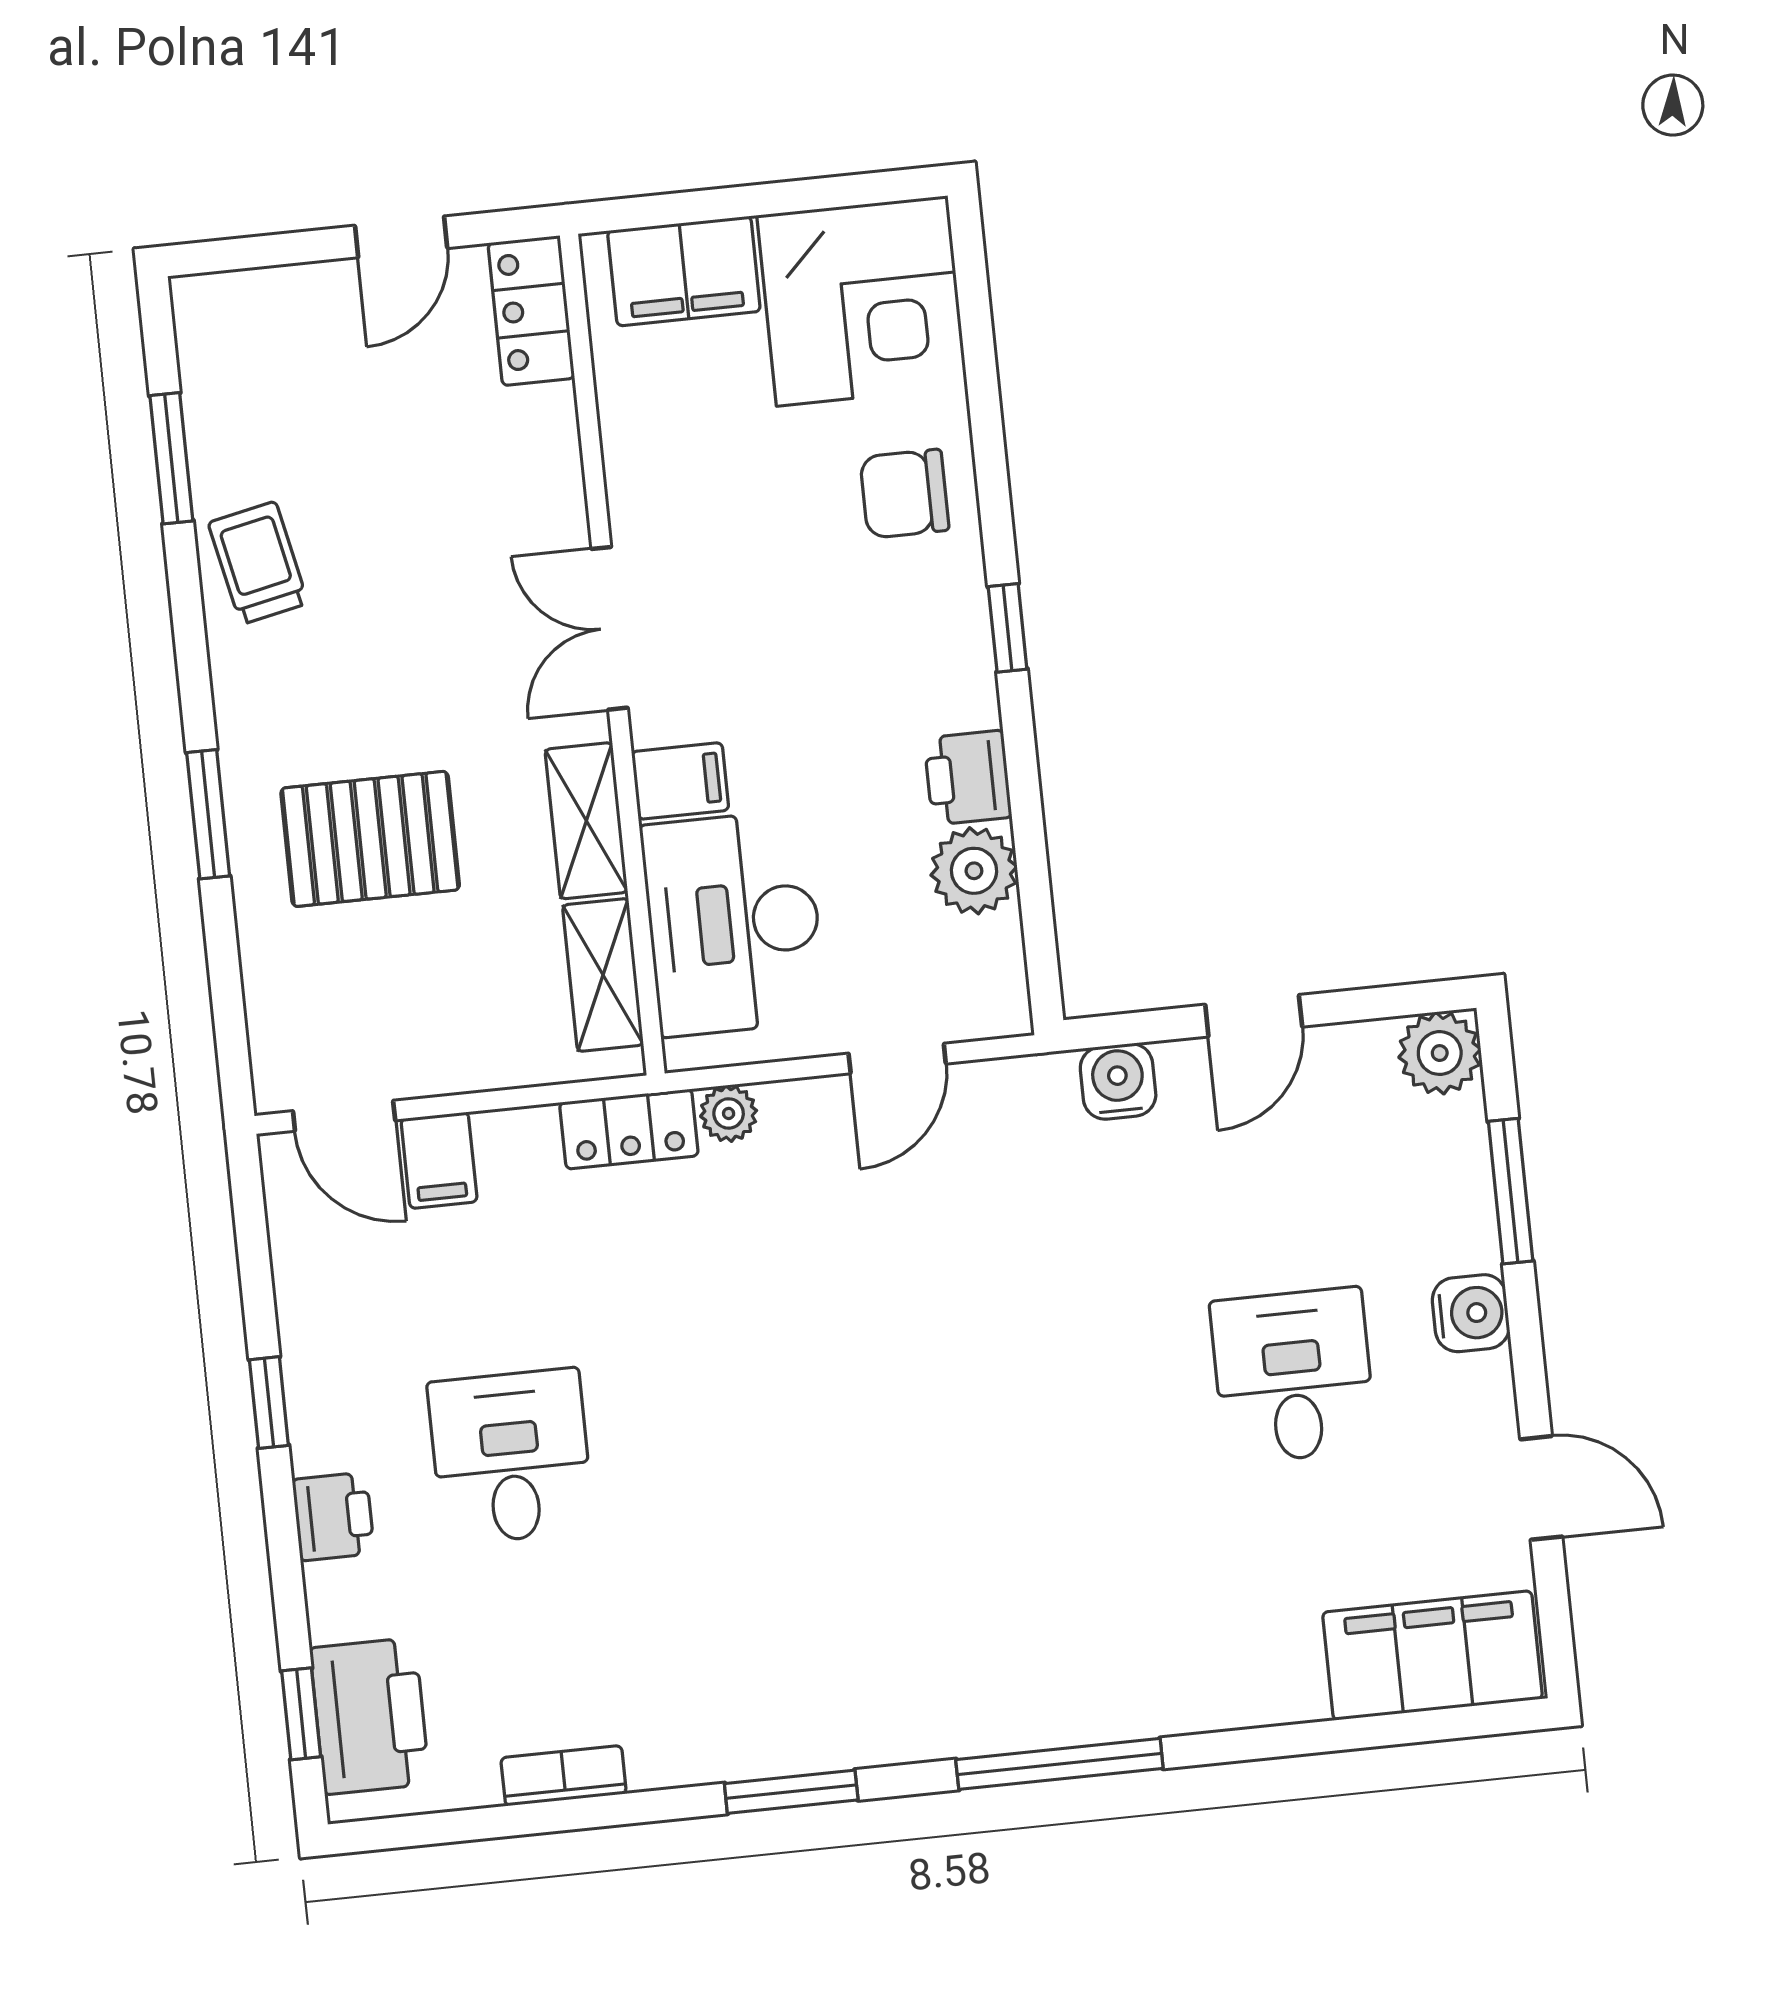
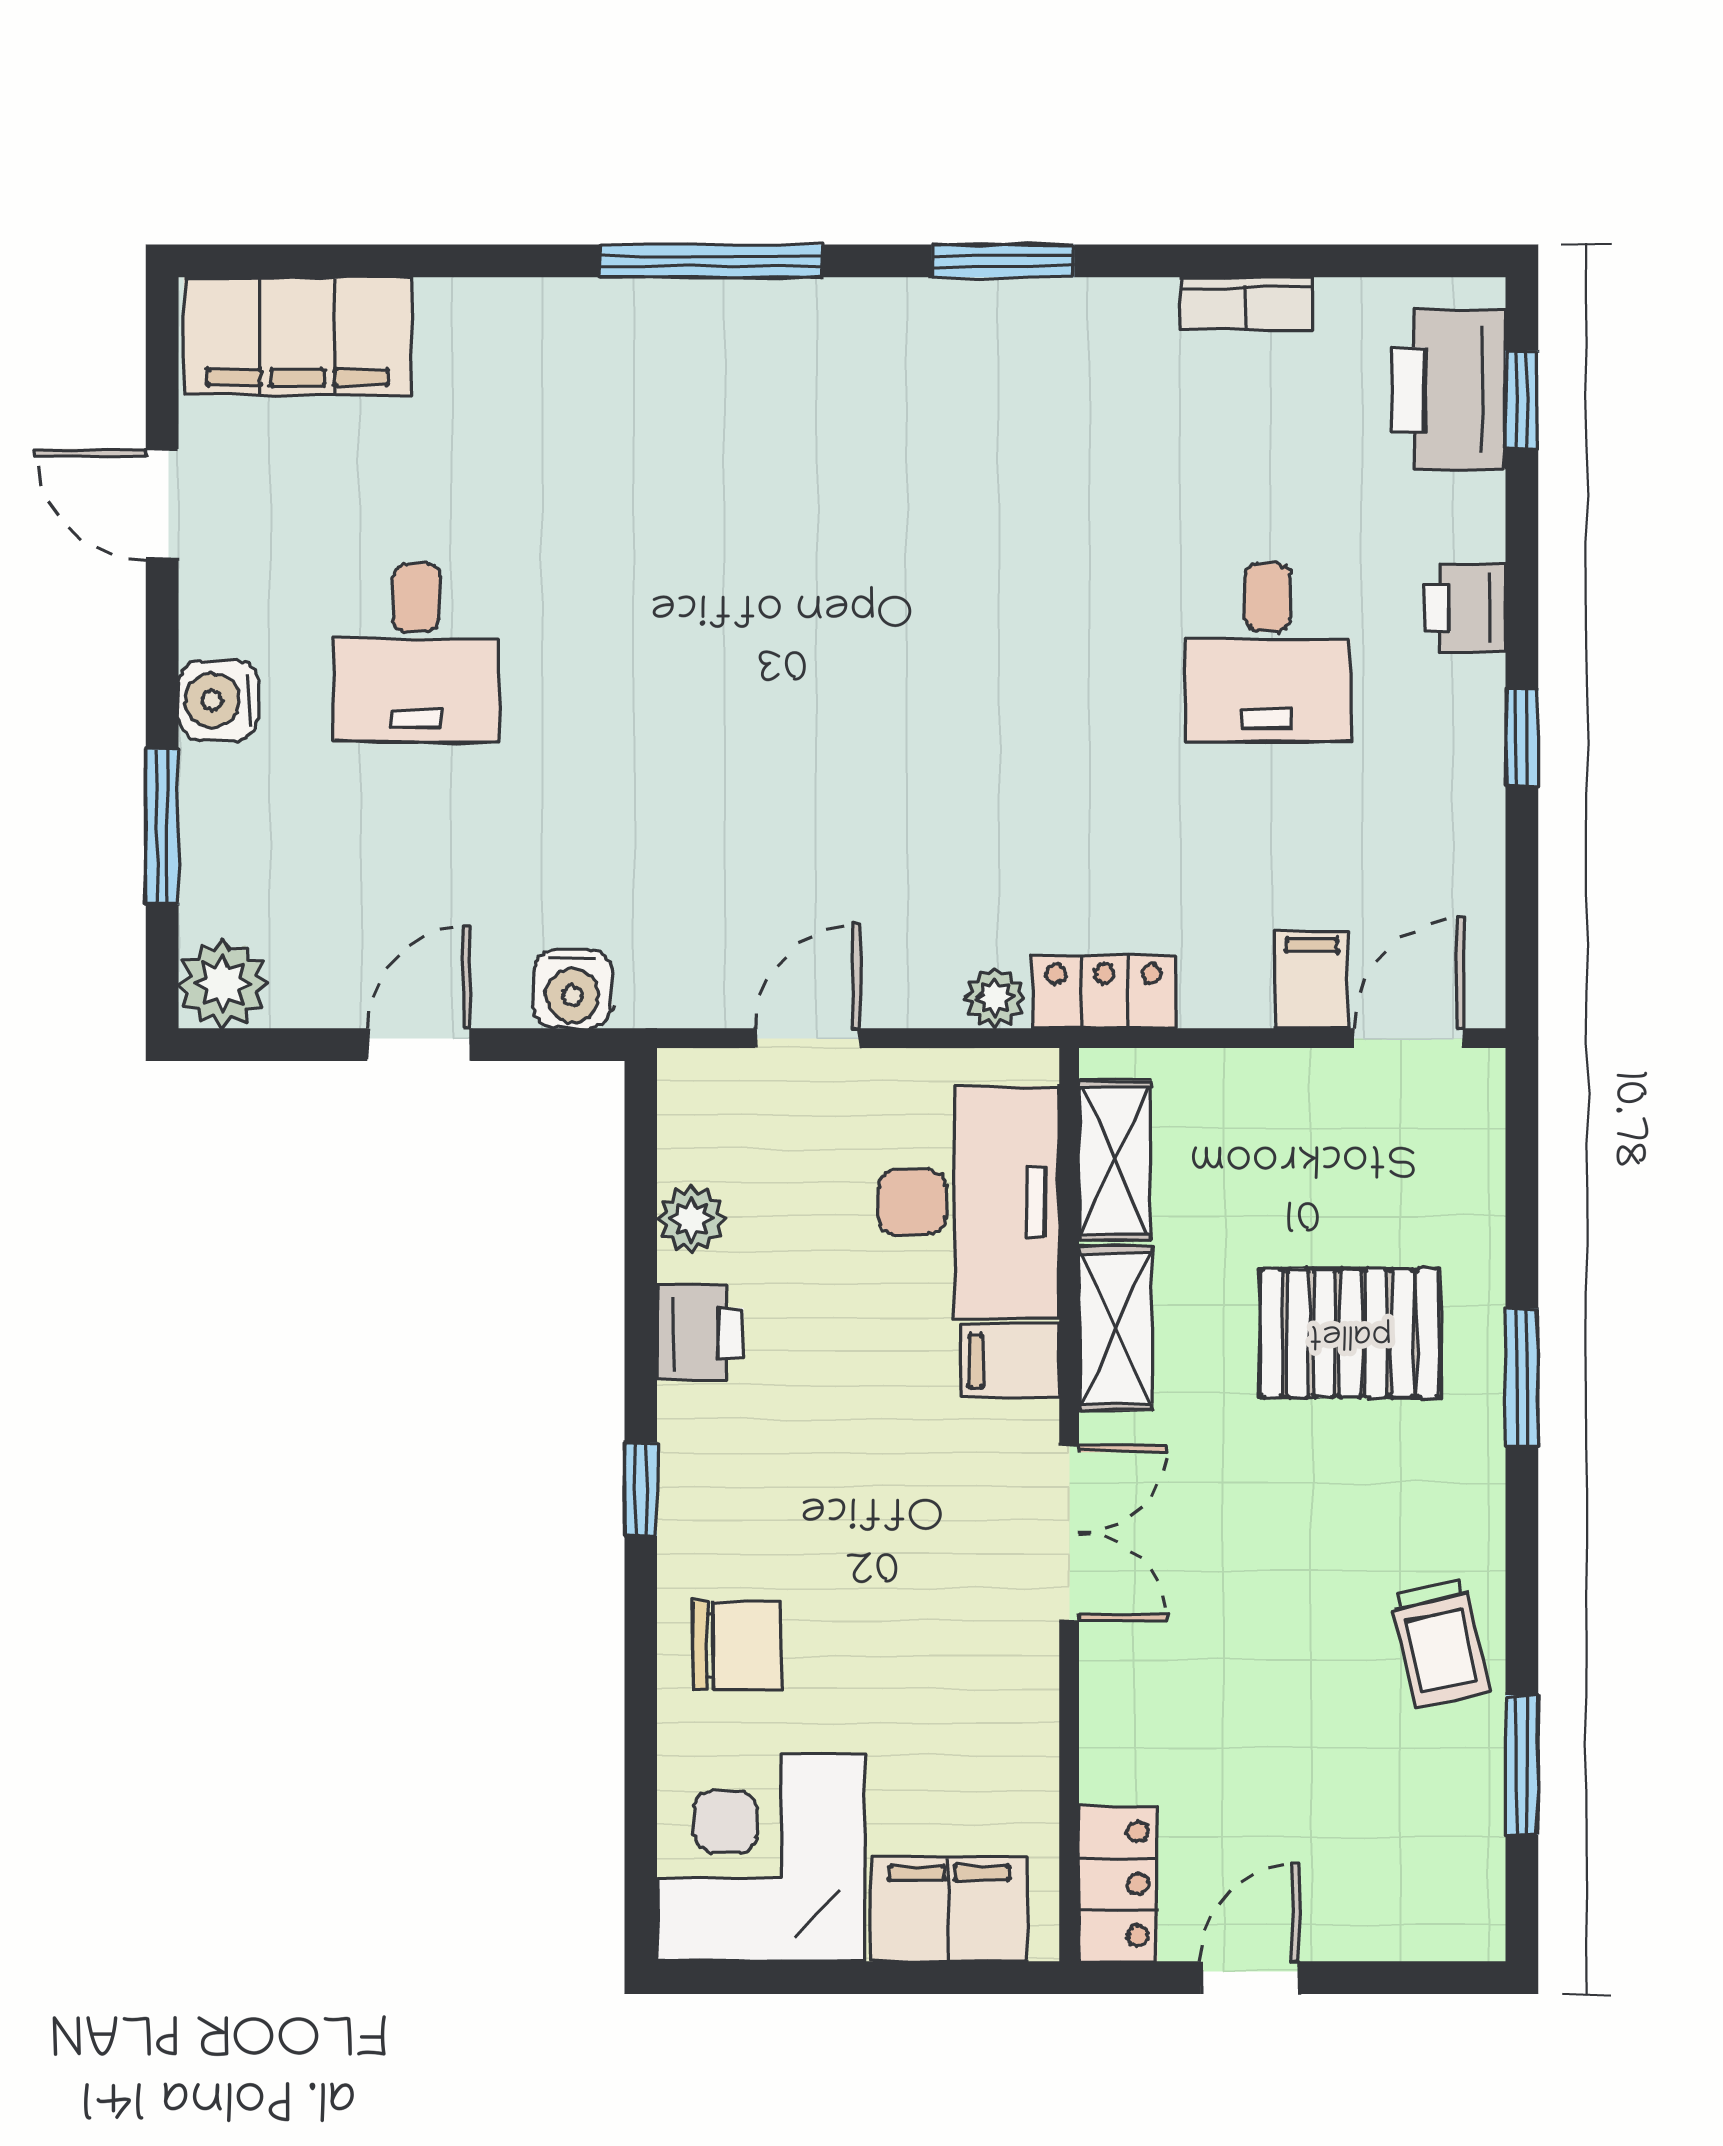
plant: (974, 871) -> (691, 1219), width x0.73, depth x0.73
door: (344, 1116) -> (1409, 1038), hinge flipped

